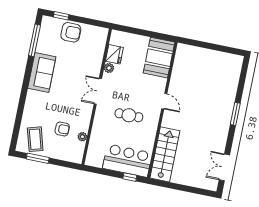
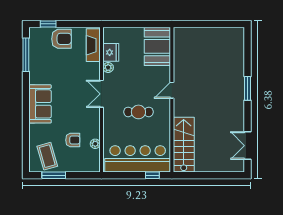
fireplace: (99, 44) -> (93, 45), added
sofa: (42, 73) -> (40, 104), moved
door: (164, 101) -> (172, 90), swing flipped
bar counter: (127, 161) -> (138, 159), width x1.36

